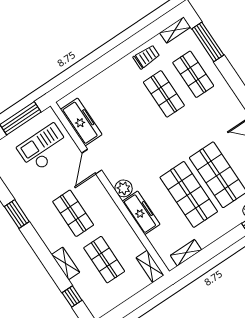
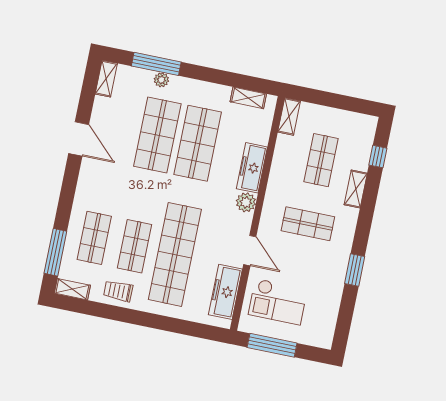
shop shelf: (135, 114) -> (175, 254), added
door: (92, 162) -> (250, 251), hinge flipped
shop shelf: (73, 213) -> (308, 224), turned 90

